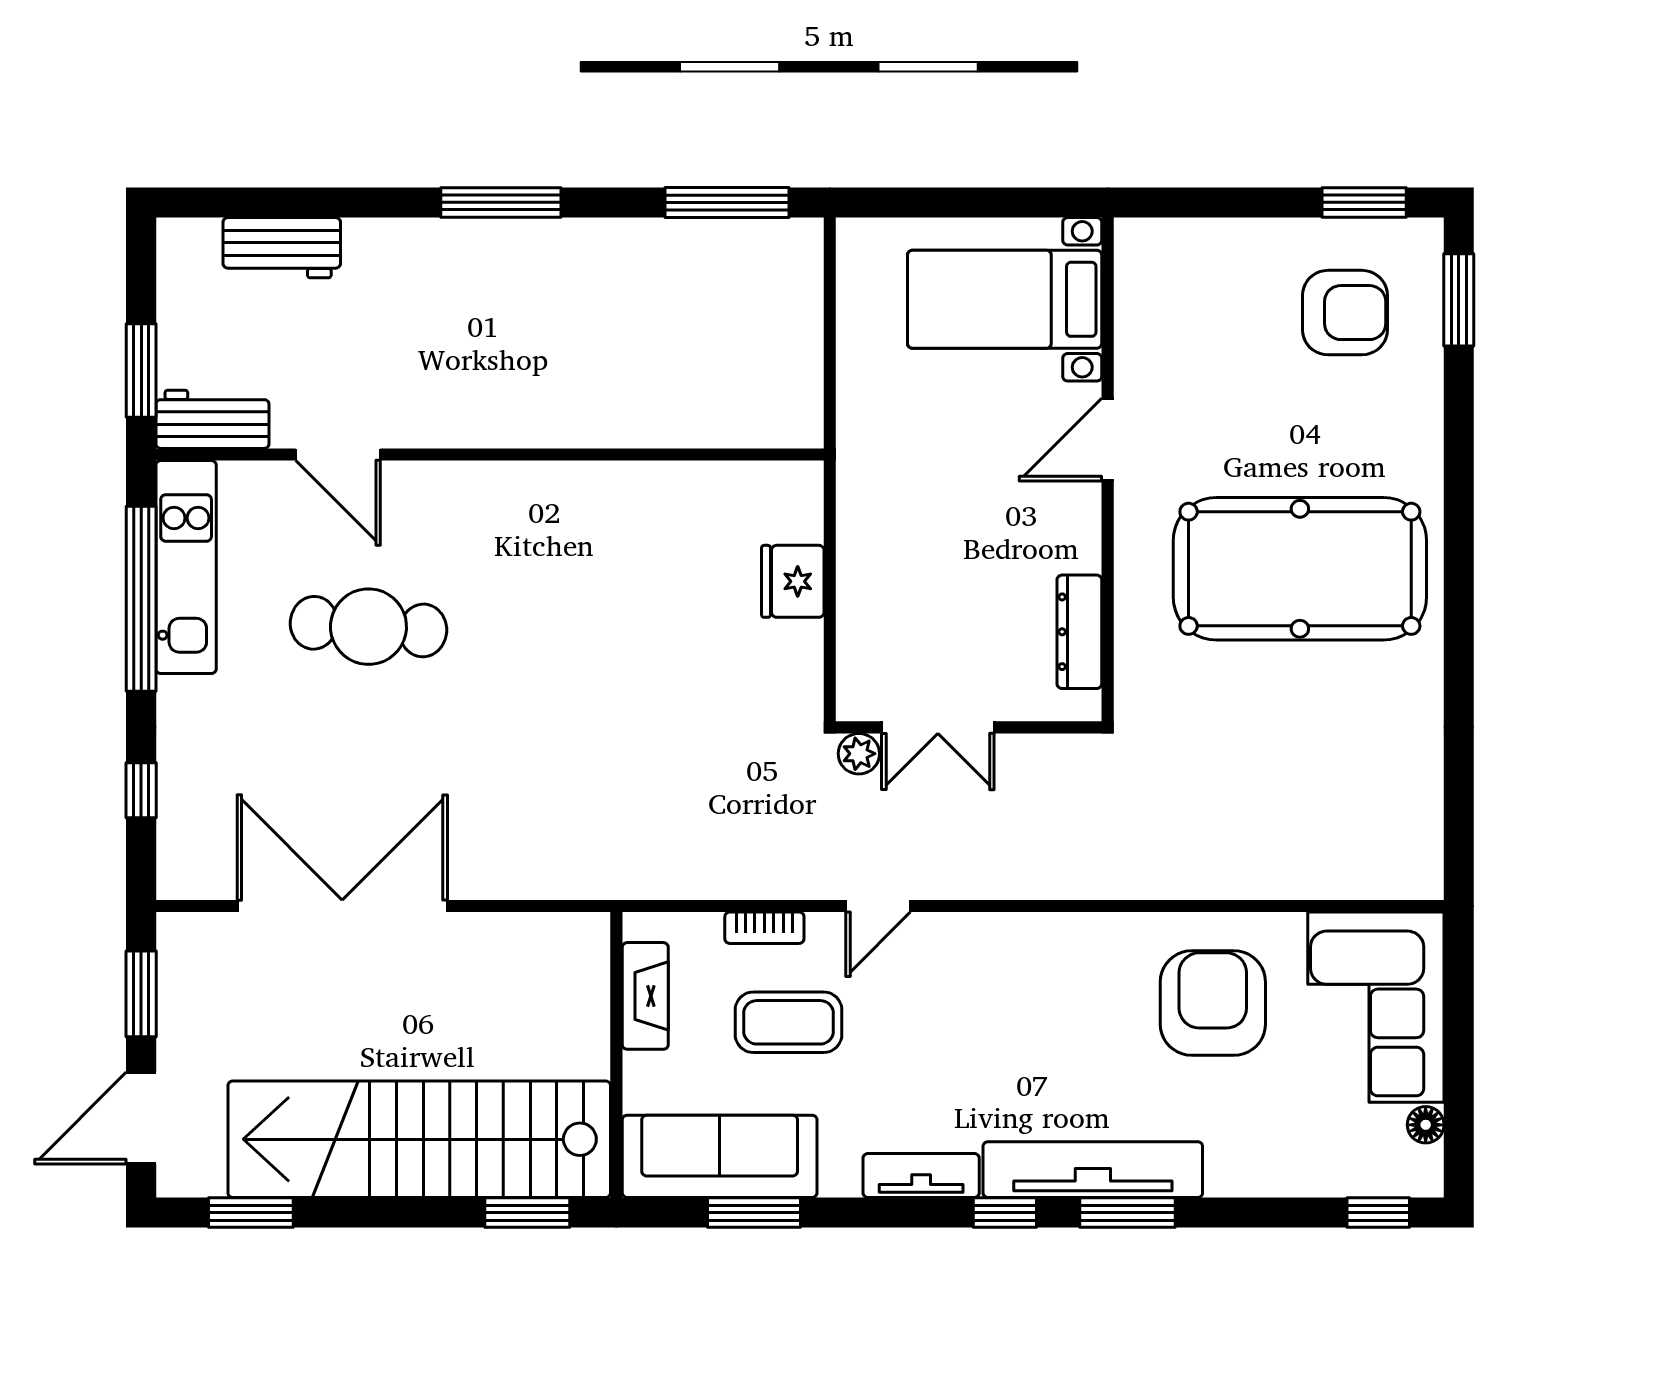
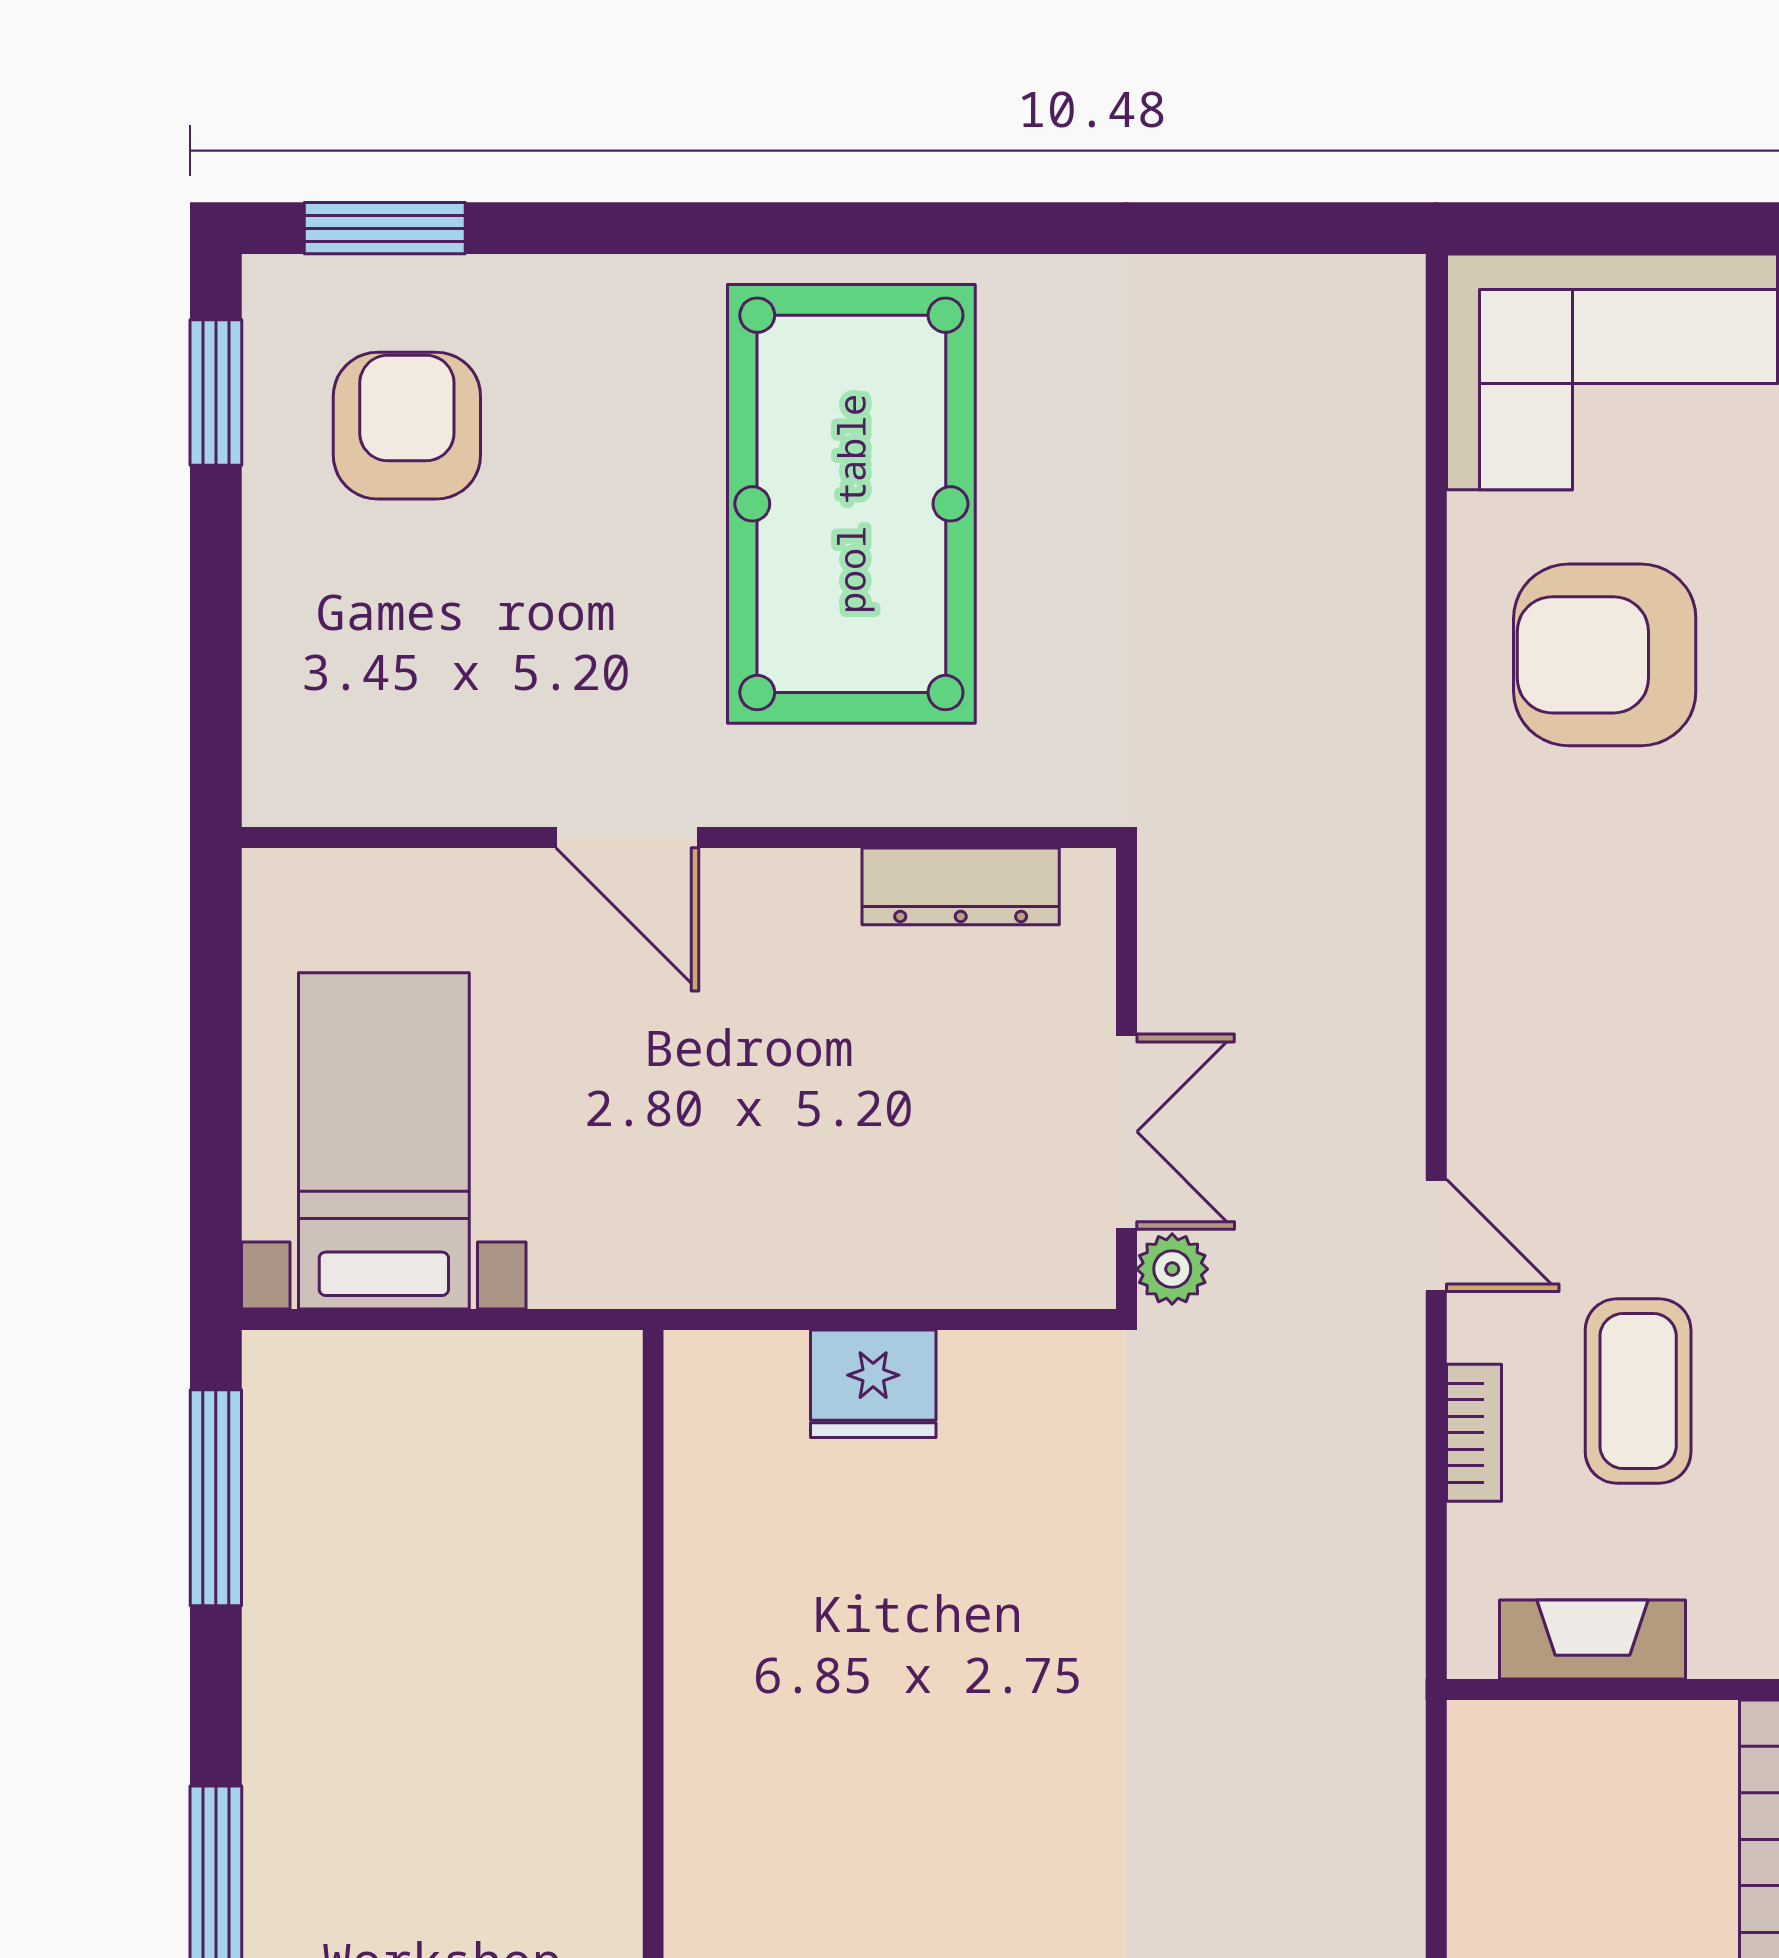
bed with nightstands: (1005, 299) -> (384, 1141), moved, turned 180

